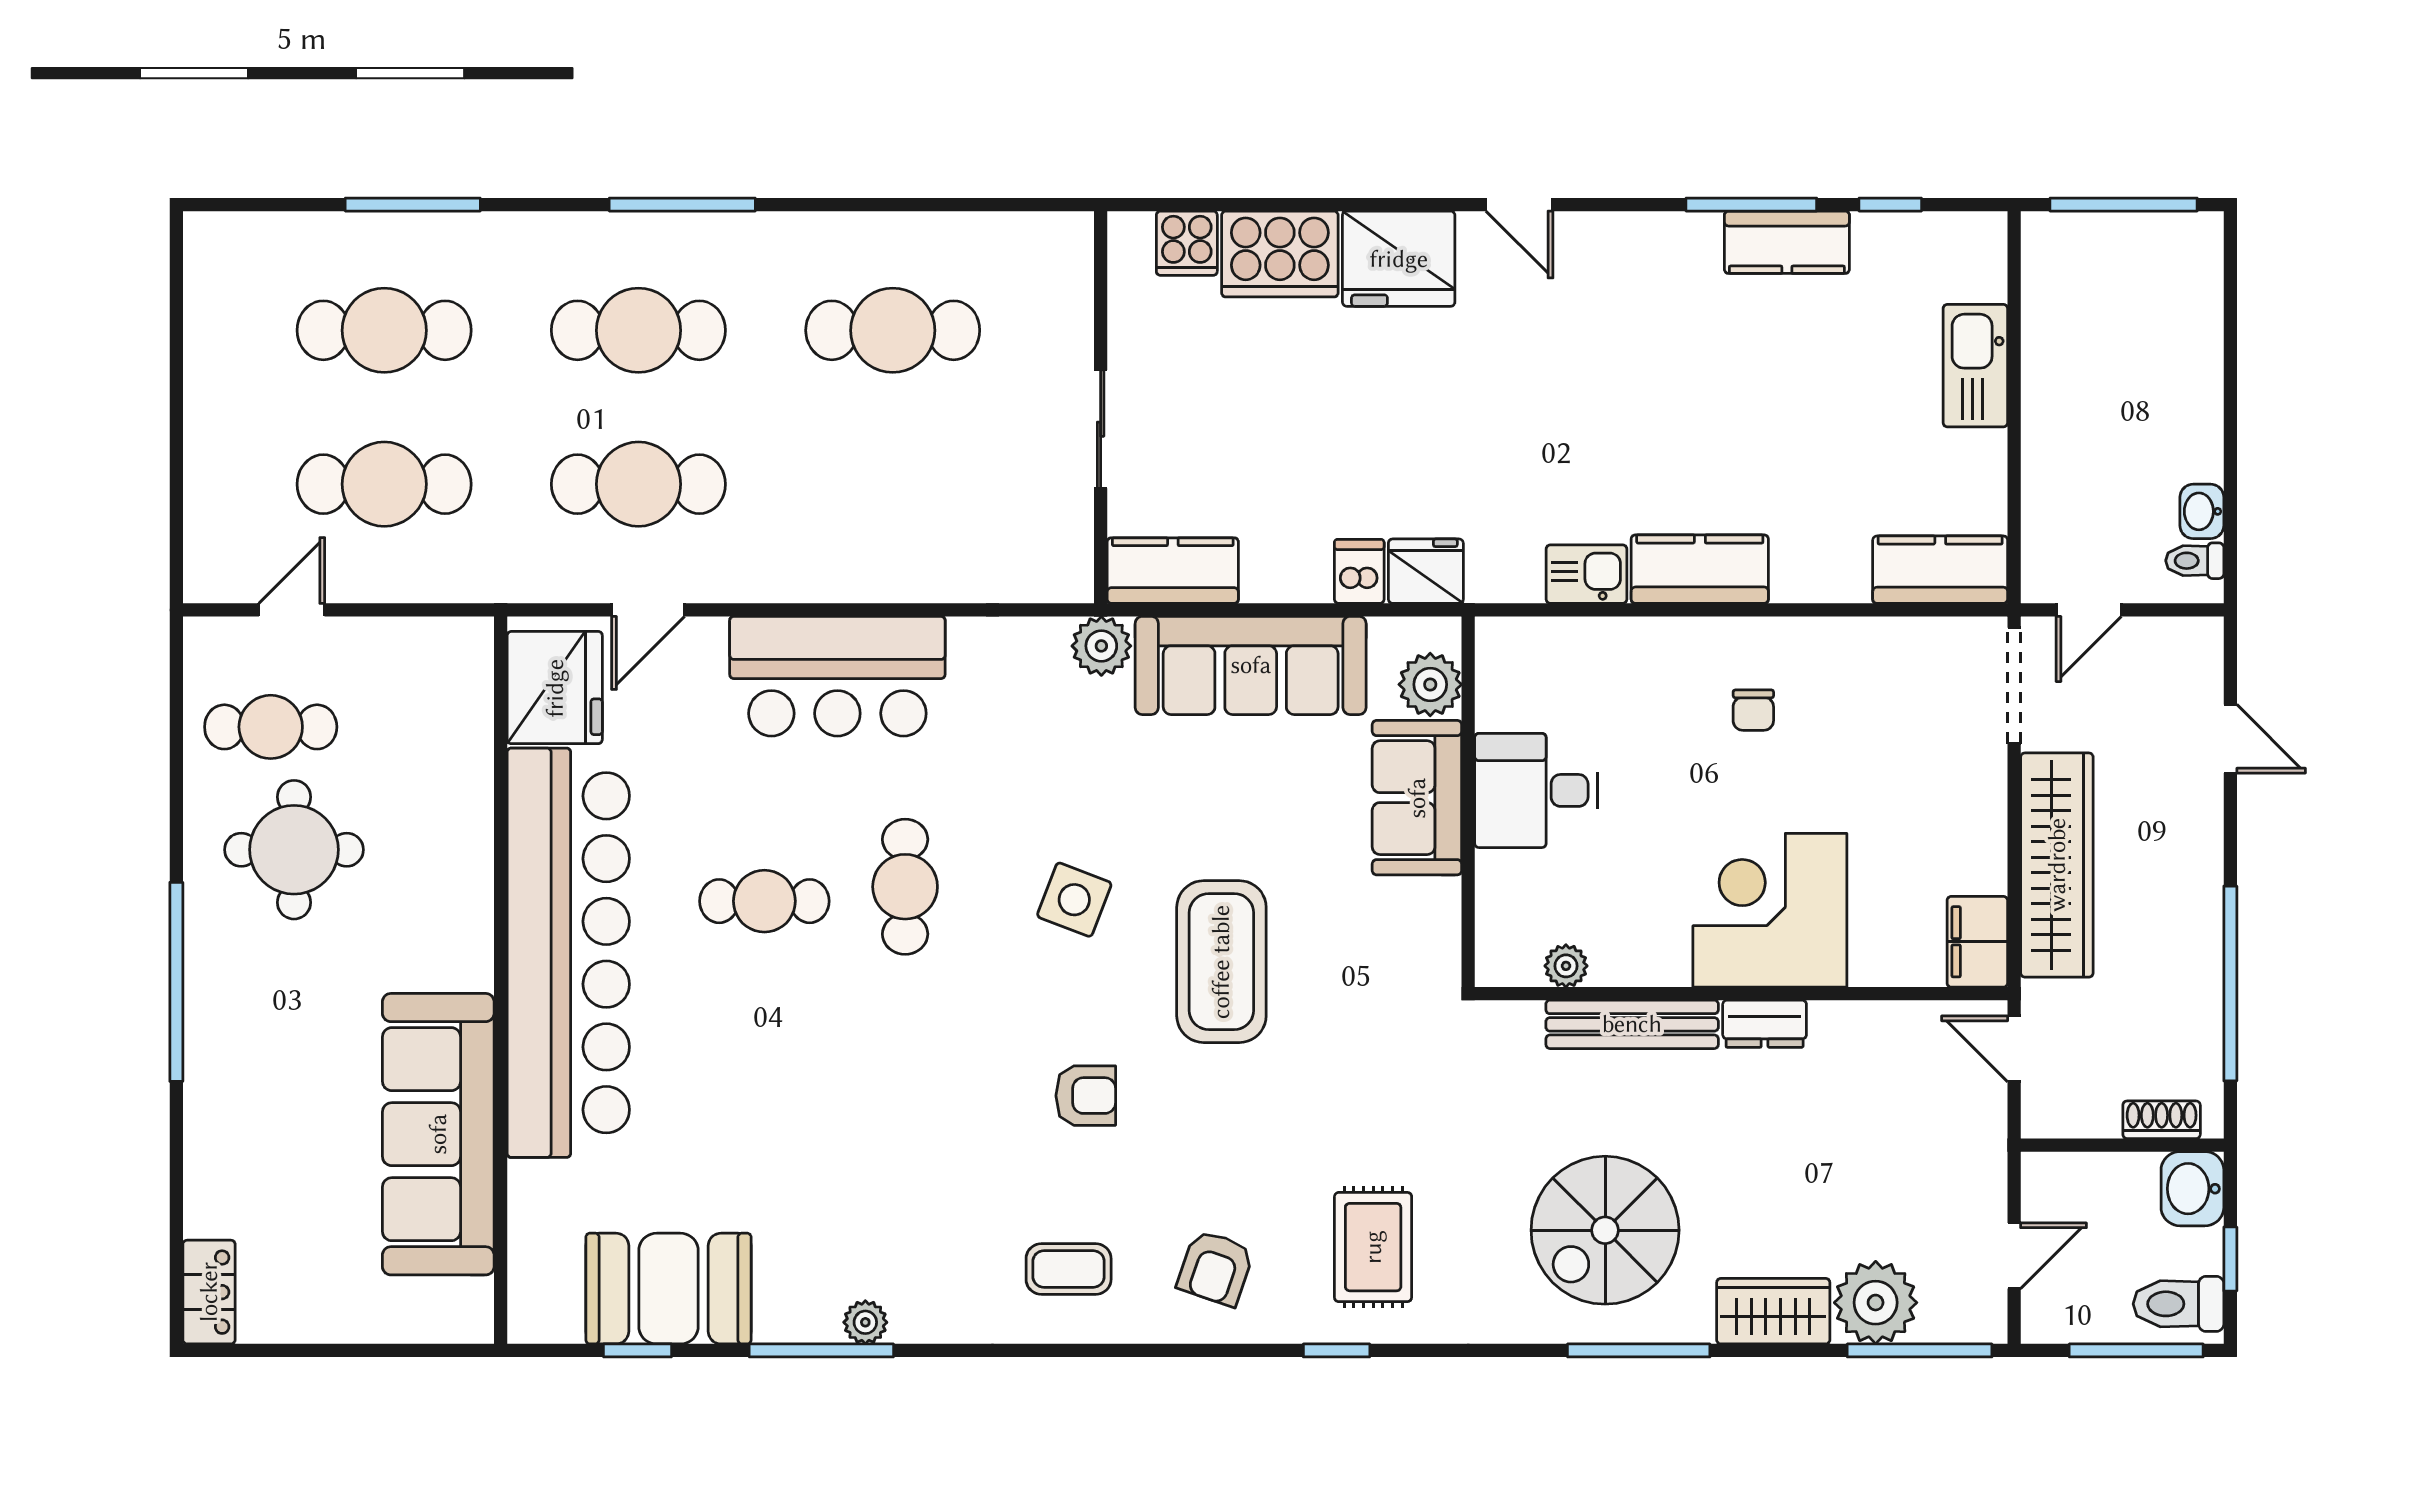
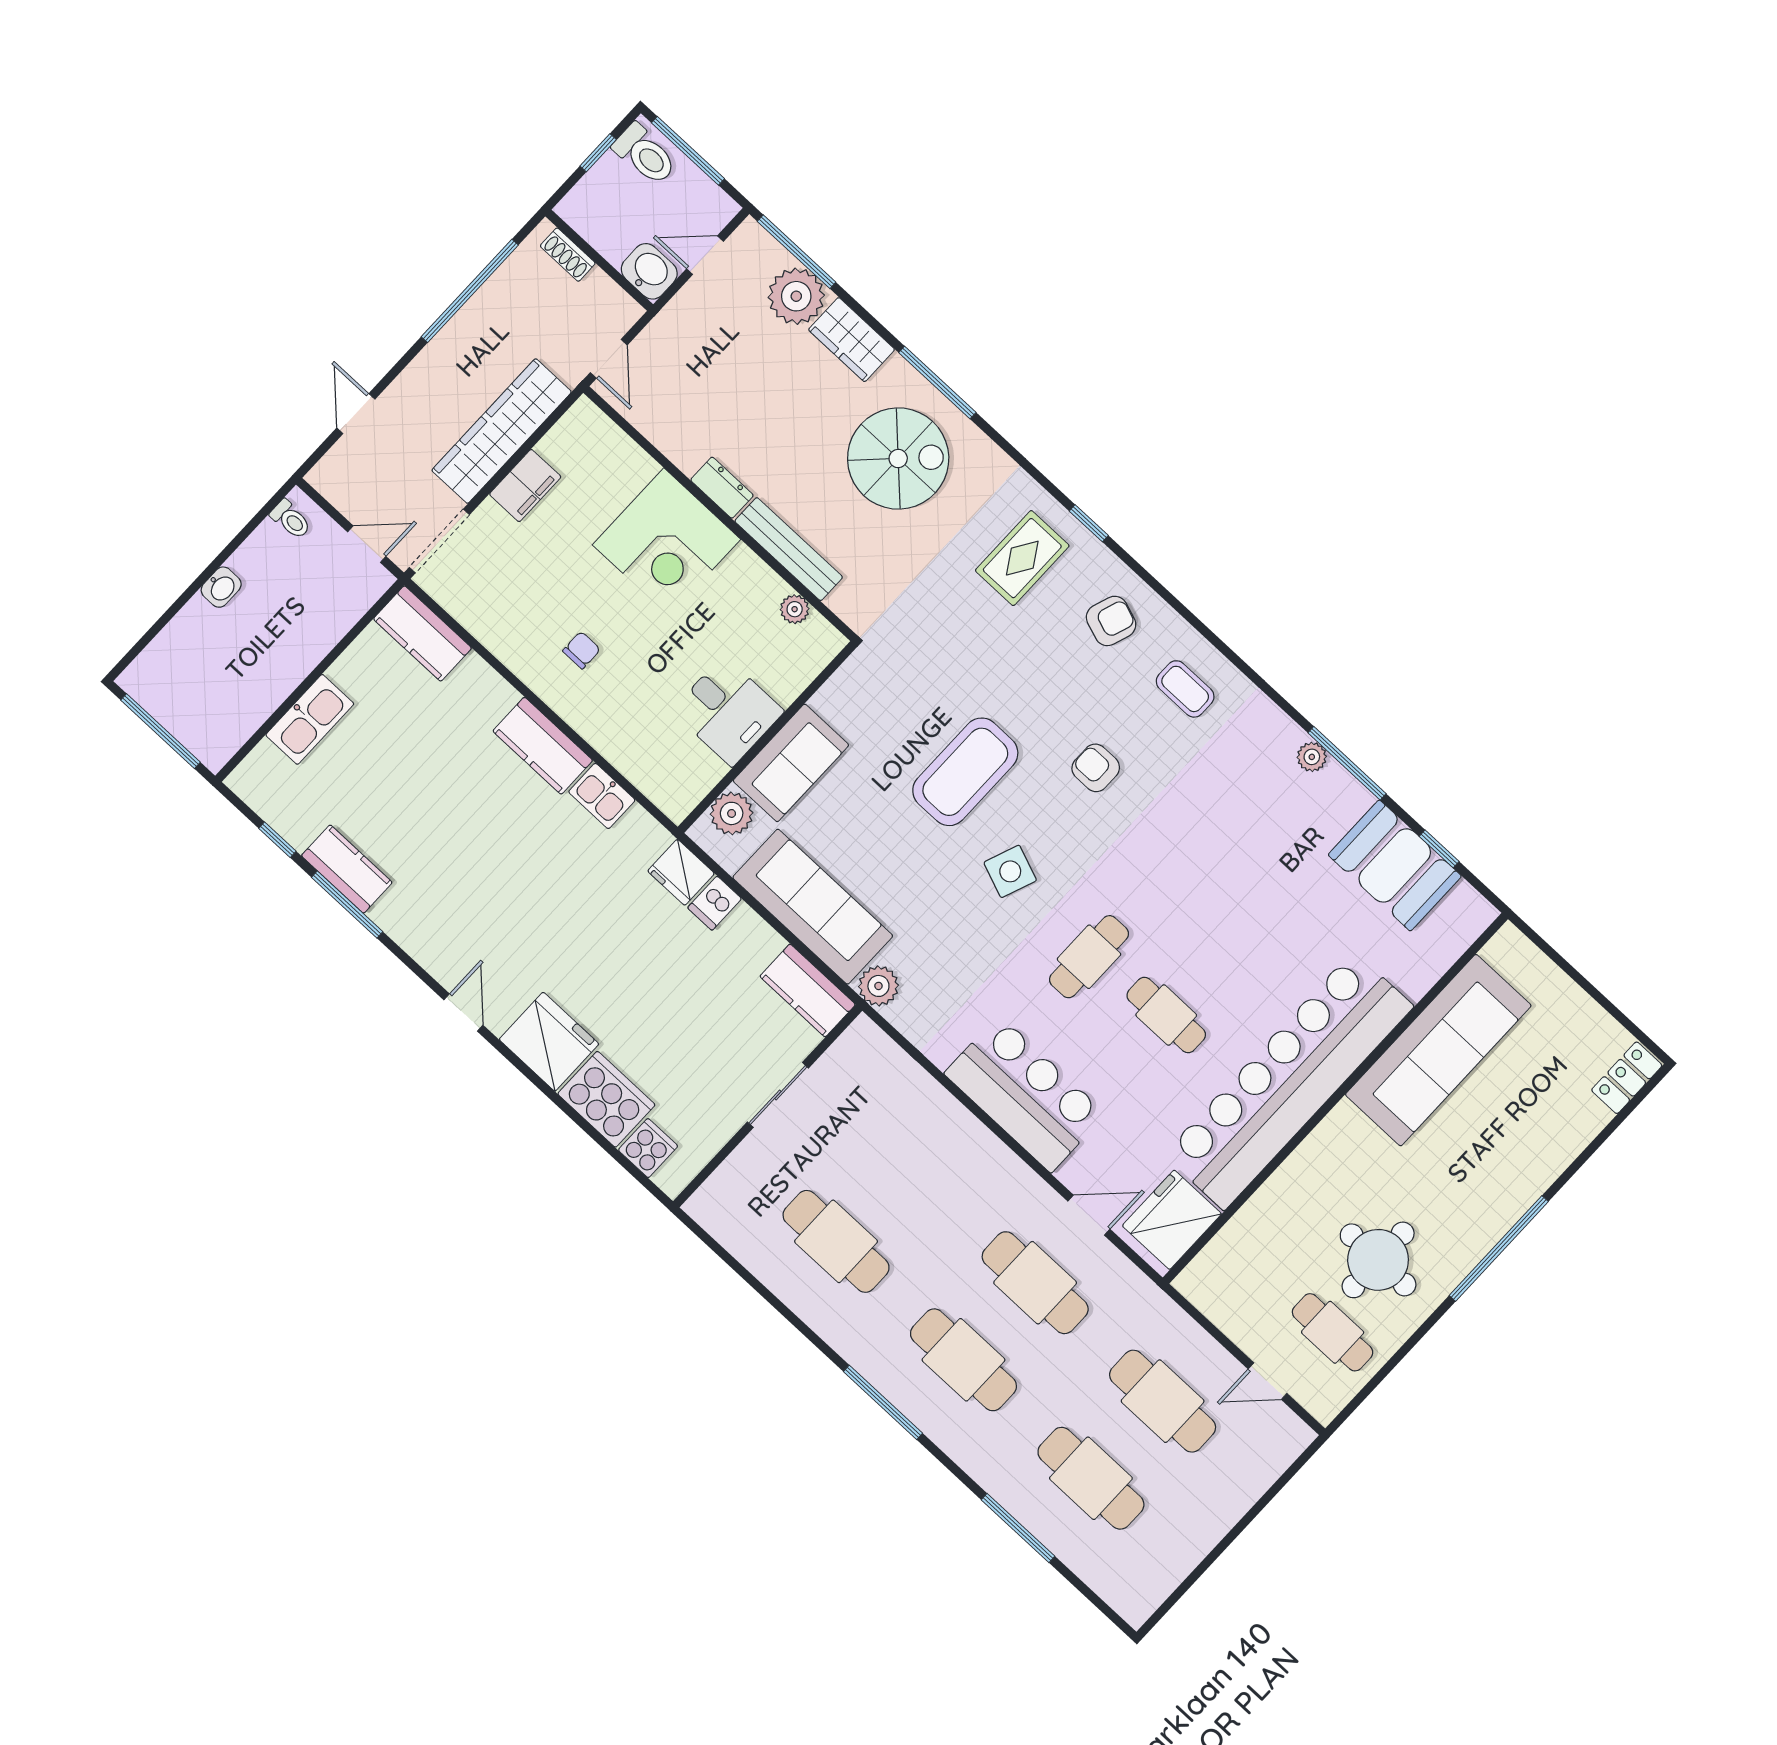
washbasin: (2202, 511) -> (221, 587), moved
filing cabinet: (1977, 942) -> (525, 486), moved
washbasin: (2192, 1189) -> (649, 271), moved, turned -90

